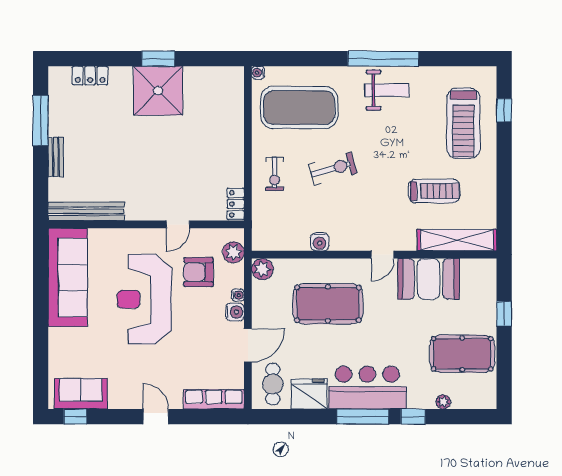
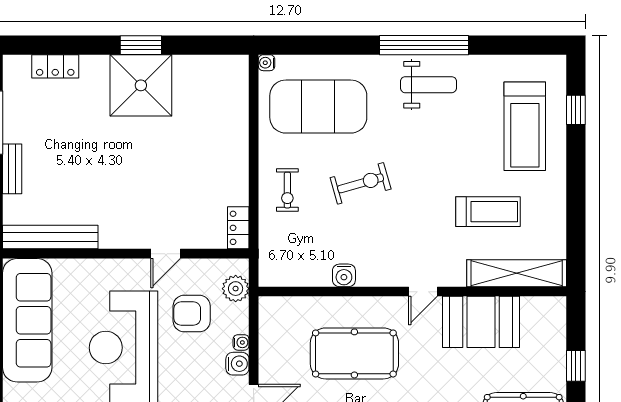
plant: (262, 269) -> (272, 310), removed

